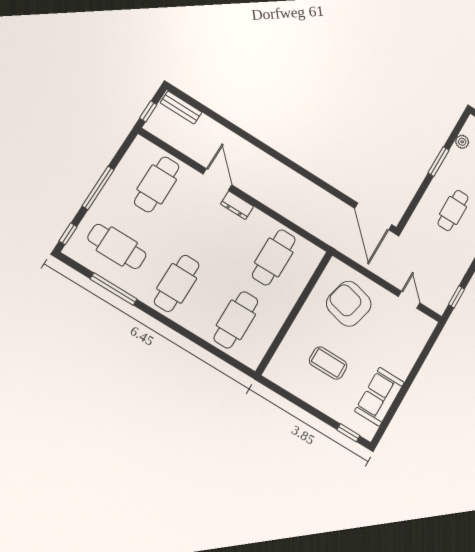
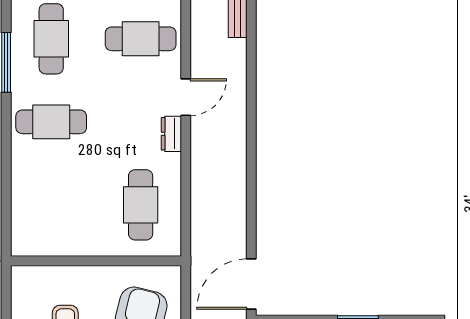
cafe table: (274, 257) -> (141, 205), turned 90
cafe table: (236, 320) -> (51, 205), removed

